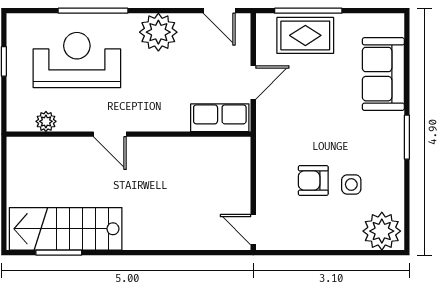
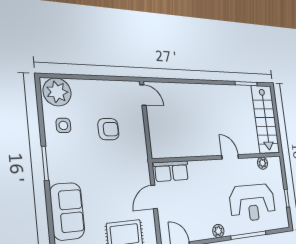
plant: (158, 32) -> (218, 231), width x0.53, depth x0.53
side table: (351, 184) -> (63, 125), moved
stairs: (66, 229) -> (265, 119), moved, turned 90

